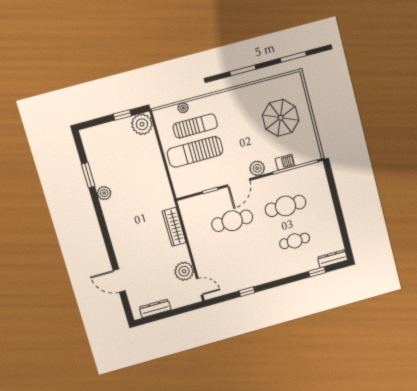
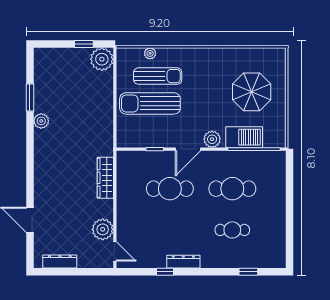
barbecue: (285, 162) -> (244, 137), width x1.88, depth x1.53
dresser: (333, 259) -> (183, 262), moved

